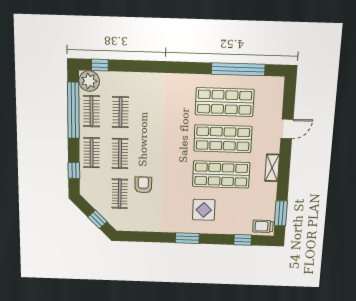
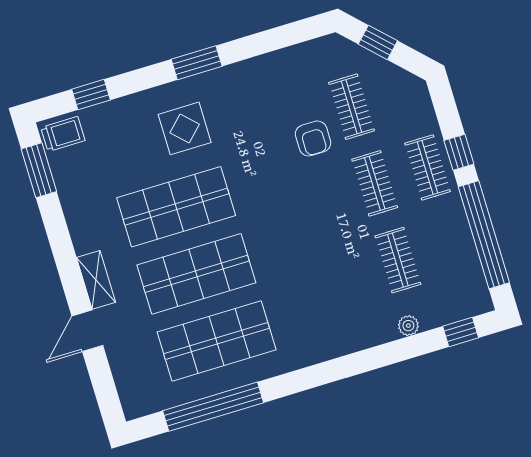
plant: (89, 81) -> (408, 326), moved, width x0.53, depth x0.53
clothes rail: (91, 111) -> (451, 244), removed
shelving: (272, 168) -> (96, 280), moved
window: (74, 170) -> (459, 152), moved

